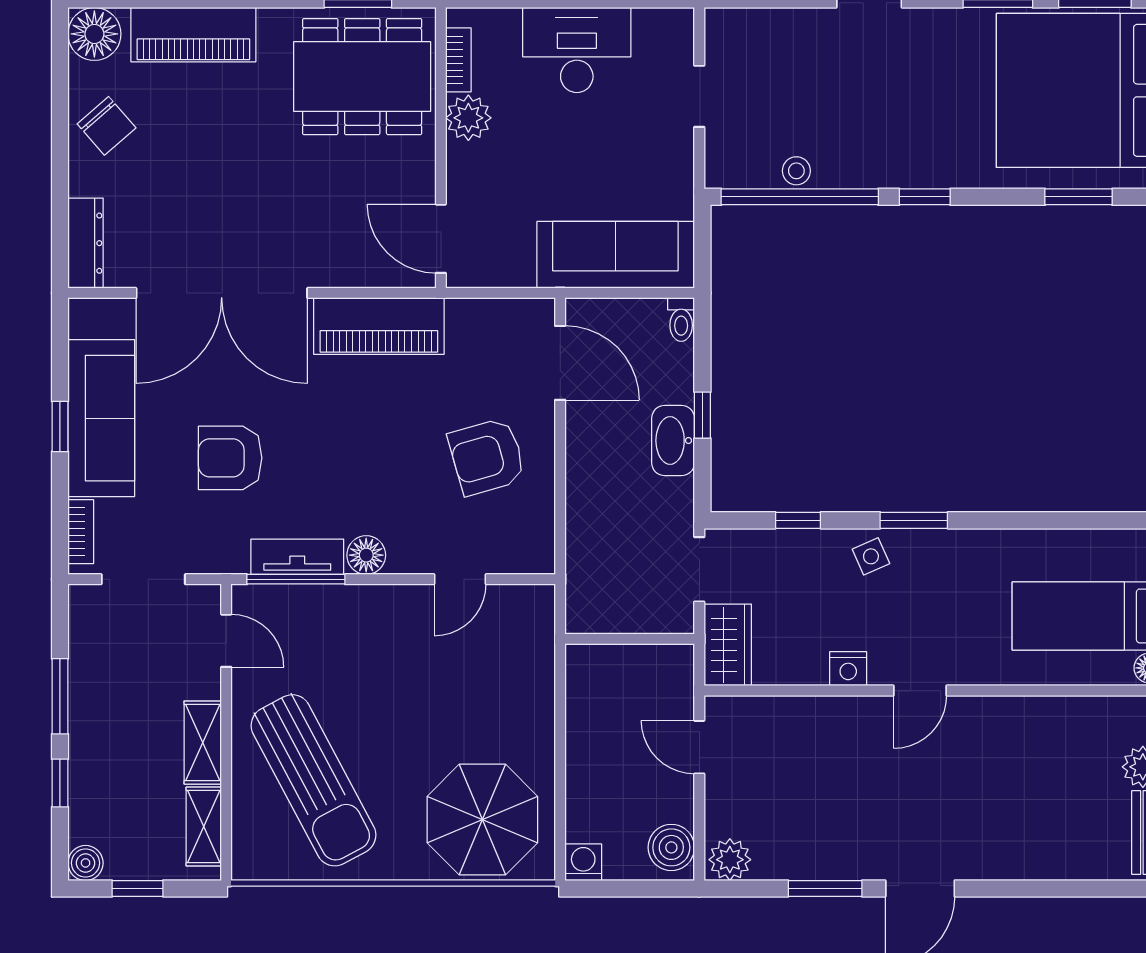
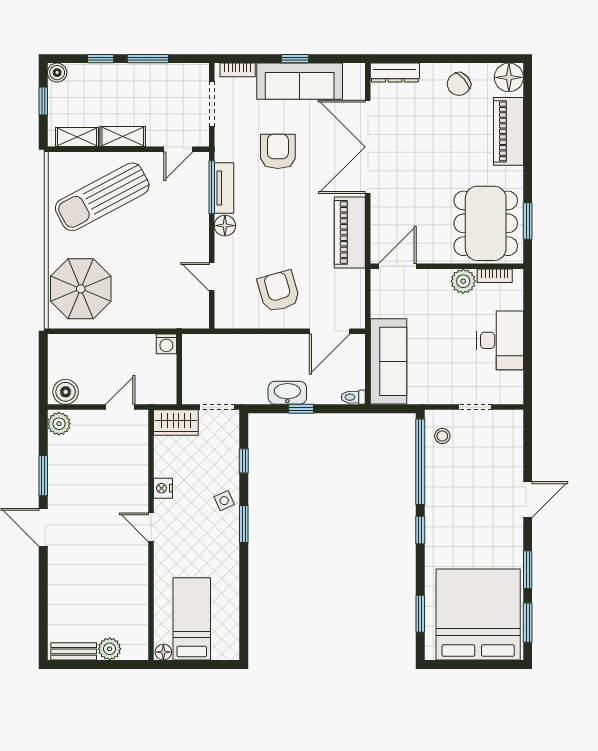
stool: (796, 171) -> (442, 436), moved
washing machine: (583, 862) -> (166, 344), moved, turned 90

